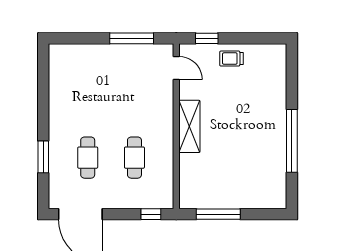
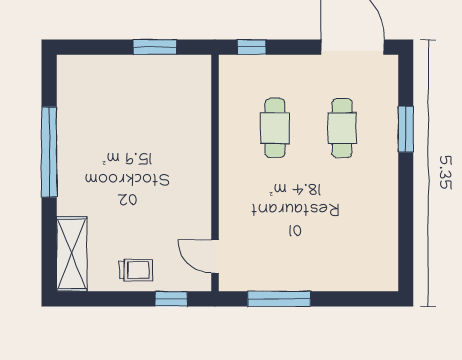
shelving: (189, 126) -> (72, 254), moved
window: (218, 214) -> (155, 47), width x0.69

